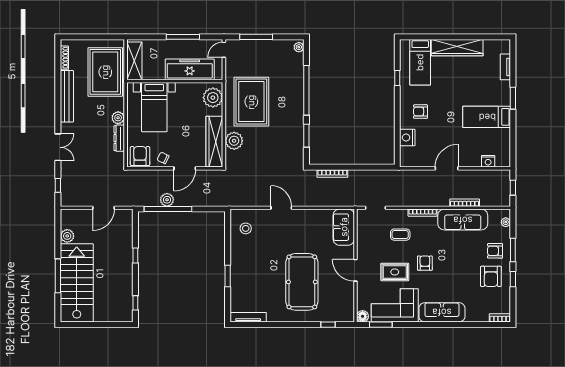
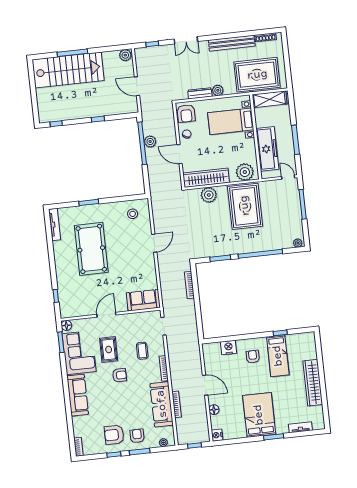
bed: (420, 62) -> (278, 356), moved, turned -90
rug: (251, 102) -> (245, 206), turned 90
bed: (487, 117) -> (259, 415), width x1.50
armchair: (140, 156) -> (186, 113), turned 90
nightstand: (488, 161) -> (217, 435), moved
floor lamp: (475, 162) -> (214, 410), added
plant: (67, 236) -> (125, 55), moved
pool table: (302, 282) -> (91, 249), moved, turned 90

